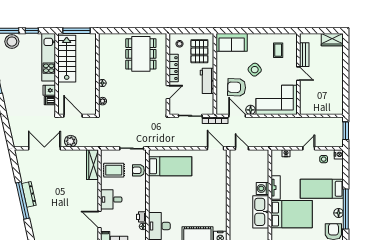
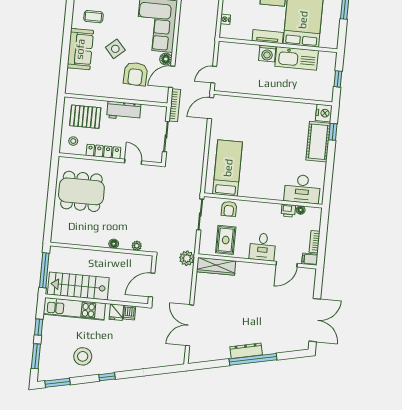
stool: (12, 42) -> (83, 356), moved
sofa: (232, 42) -> (80, 49), moved
plant: (71, 141) -> (187, 258), moved

